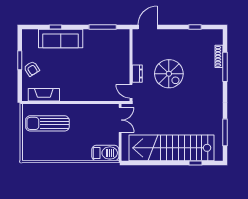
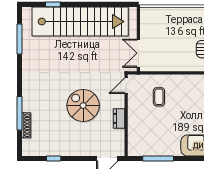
dresser: (137, 74) -> (119, 118), moved
coffee table: (102, 81) -> (159, 97), added
door: (131, 91) -> (126, 86), swing flipped
barbecue: (105, 153) -> (155, 16), removed

